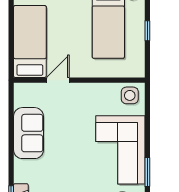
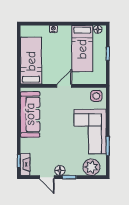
door: (58, 80) -> (64, 86), moved
sofa: (28, 133) -> (30, 114), width x1.36

